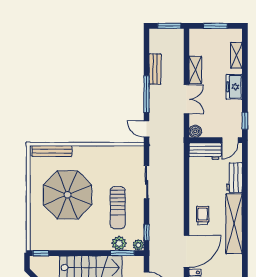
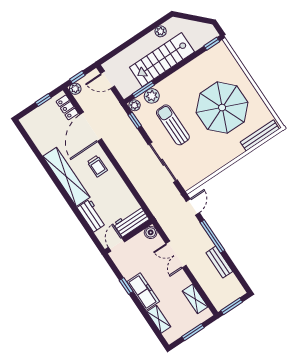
shelving: (195, 70) -> (195, 299), moved
freezer: (234, 87) -> (143, 292), width x1.40
window: (245, 121) -> (126, 286), moved
door: (147, 129) -> (193, 207), hinge flipped
sliding door: (147, 182) -> (163, 162), width x1.37

